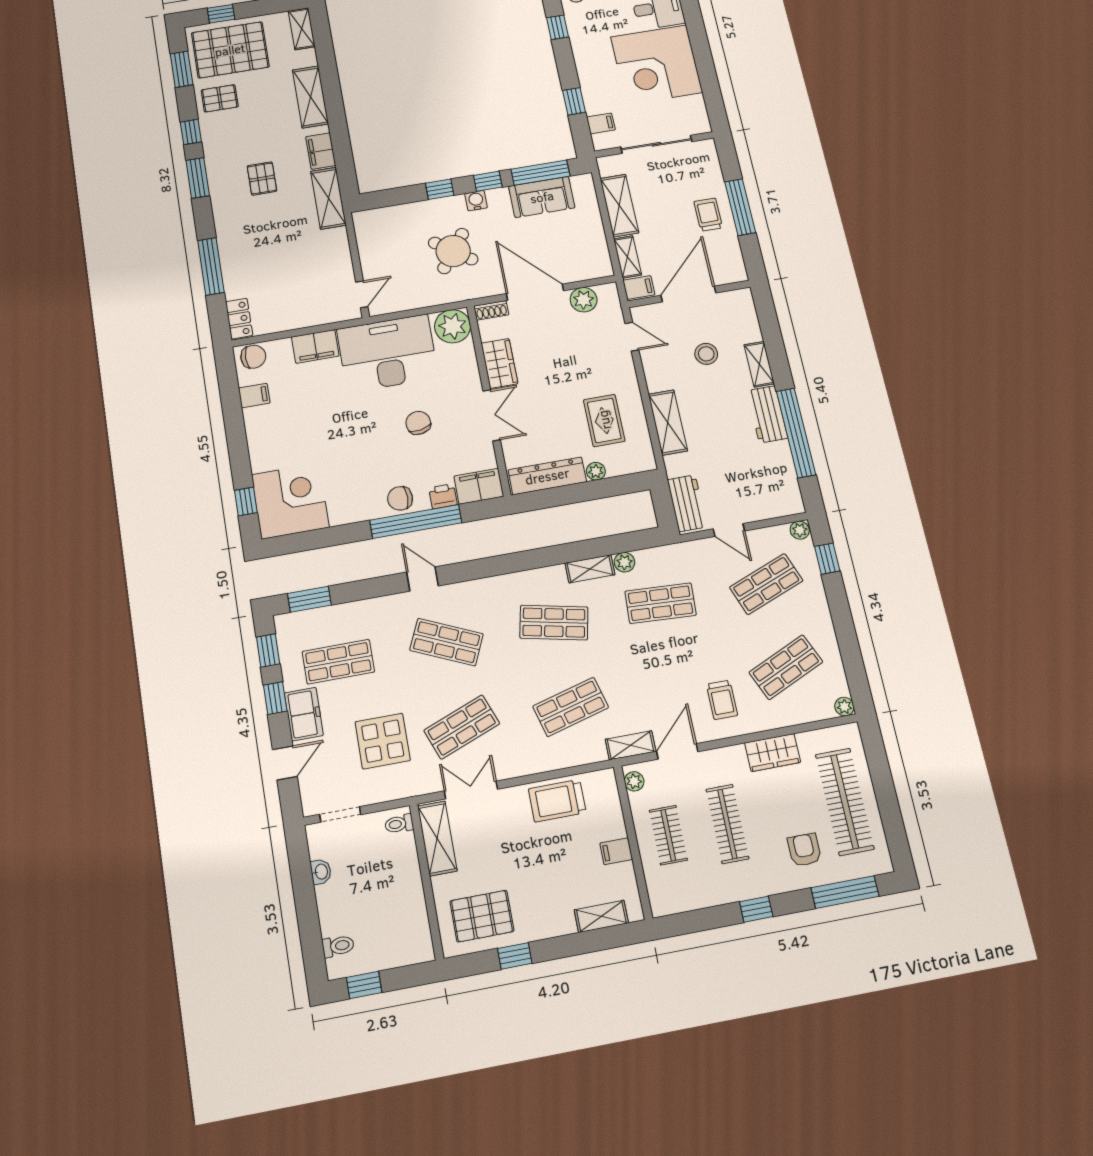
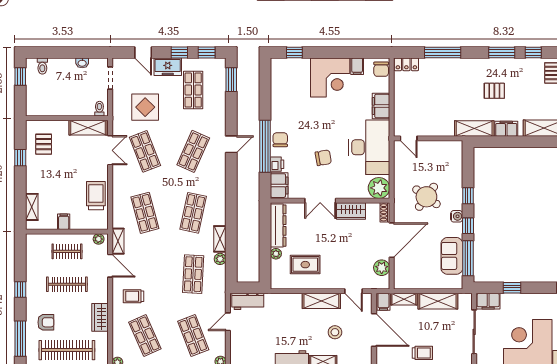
filing cabinet: (601, 123) -> (488, 301), width x2.00
door: (632, 337) -> (353, 291), hinge flipped
shelving: (668, 422) -> (321, 301), moved
corner desk: (290, 501) -> (330, 77), moved
pallet: (482, 916) -> (44, 144), width x0.67, depth x0.71

